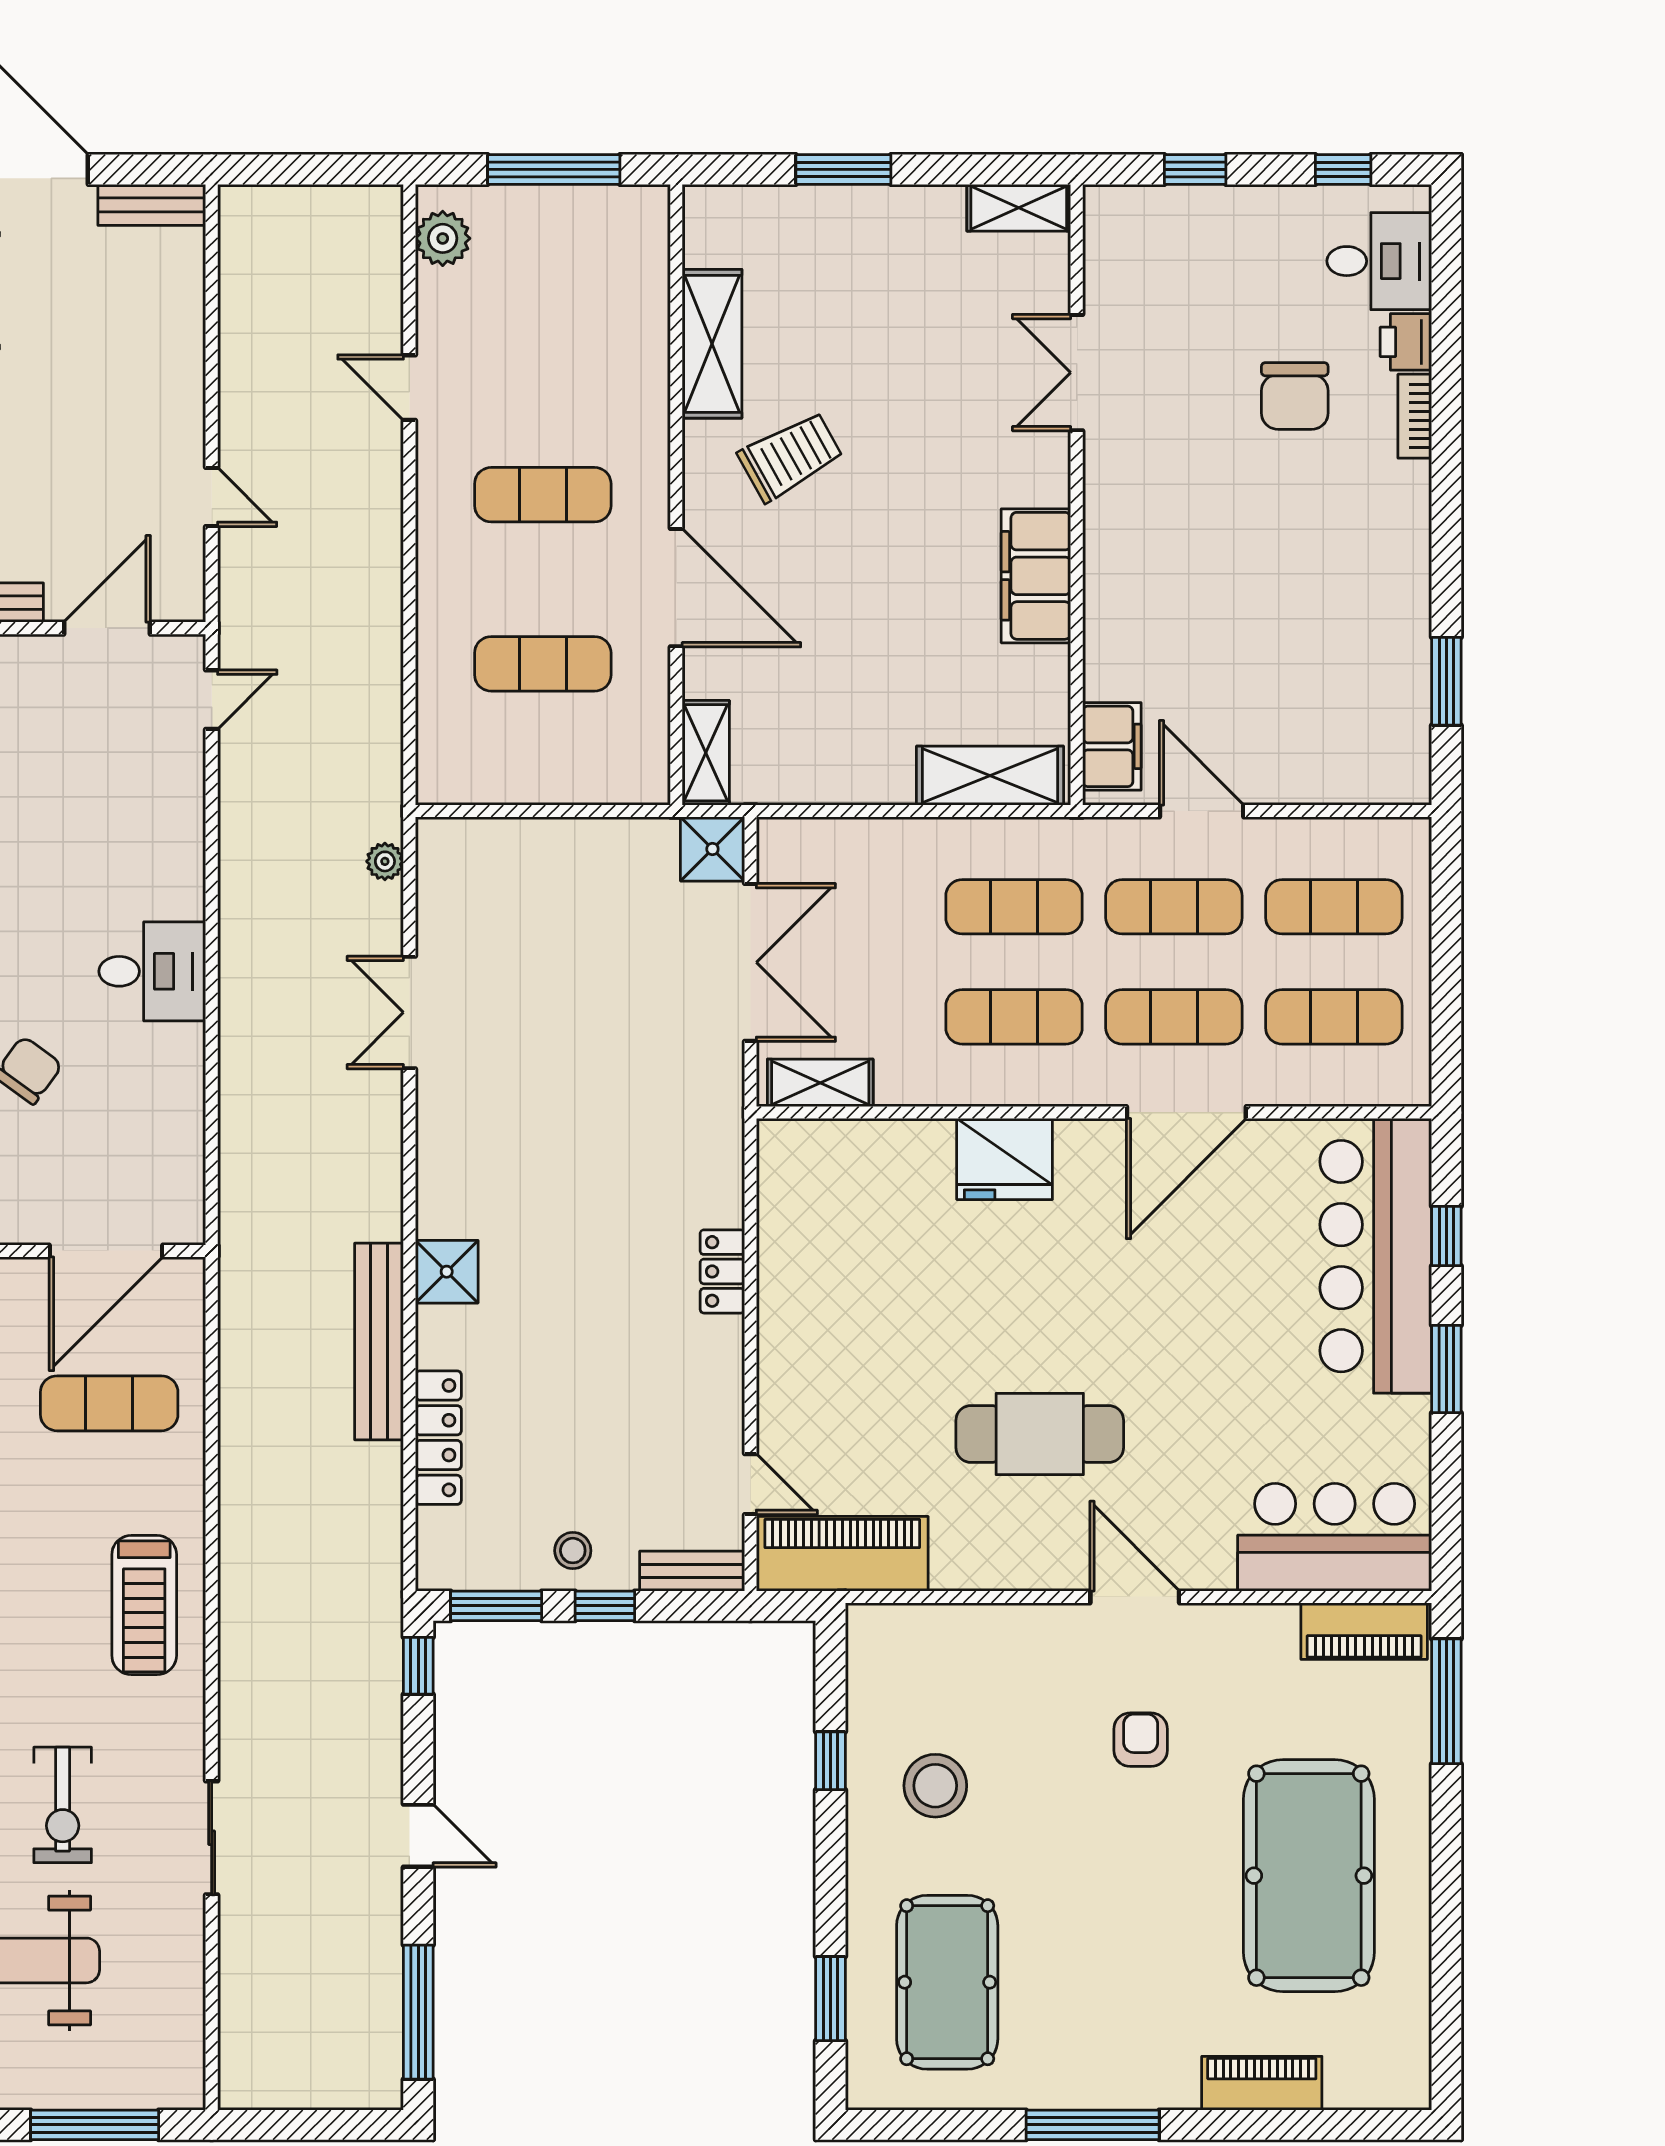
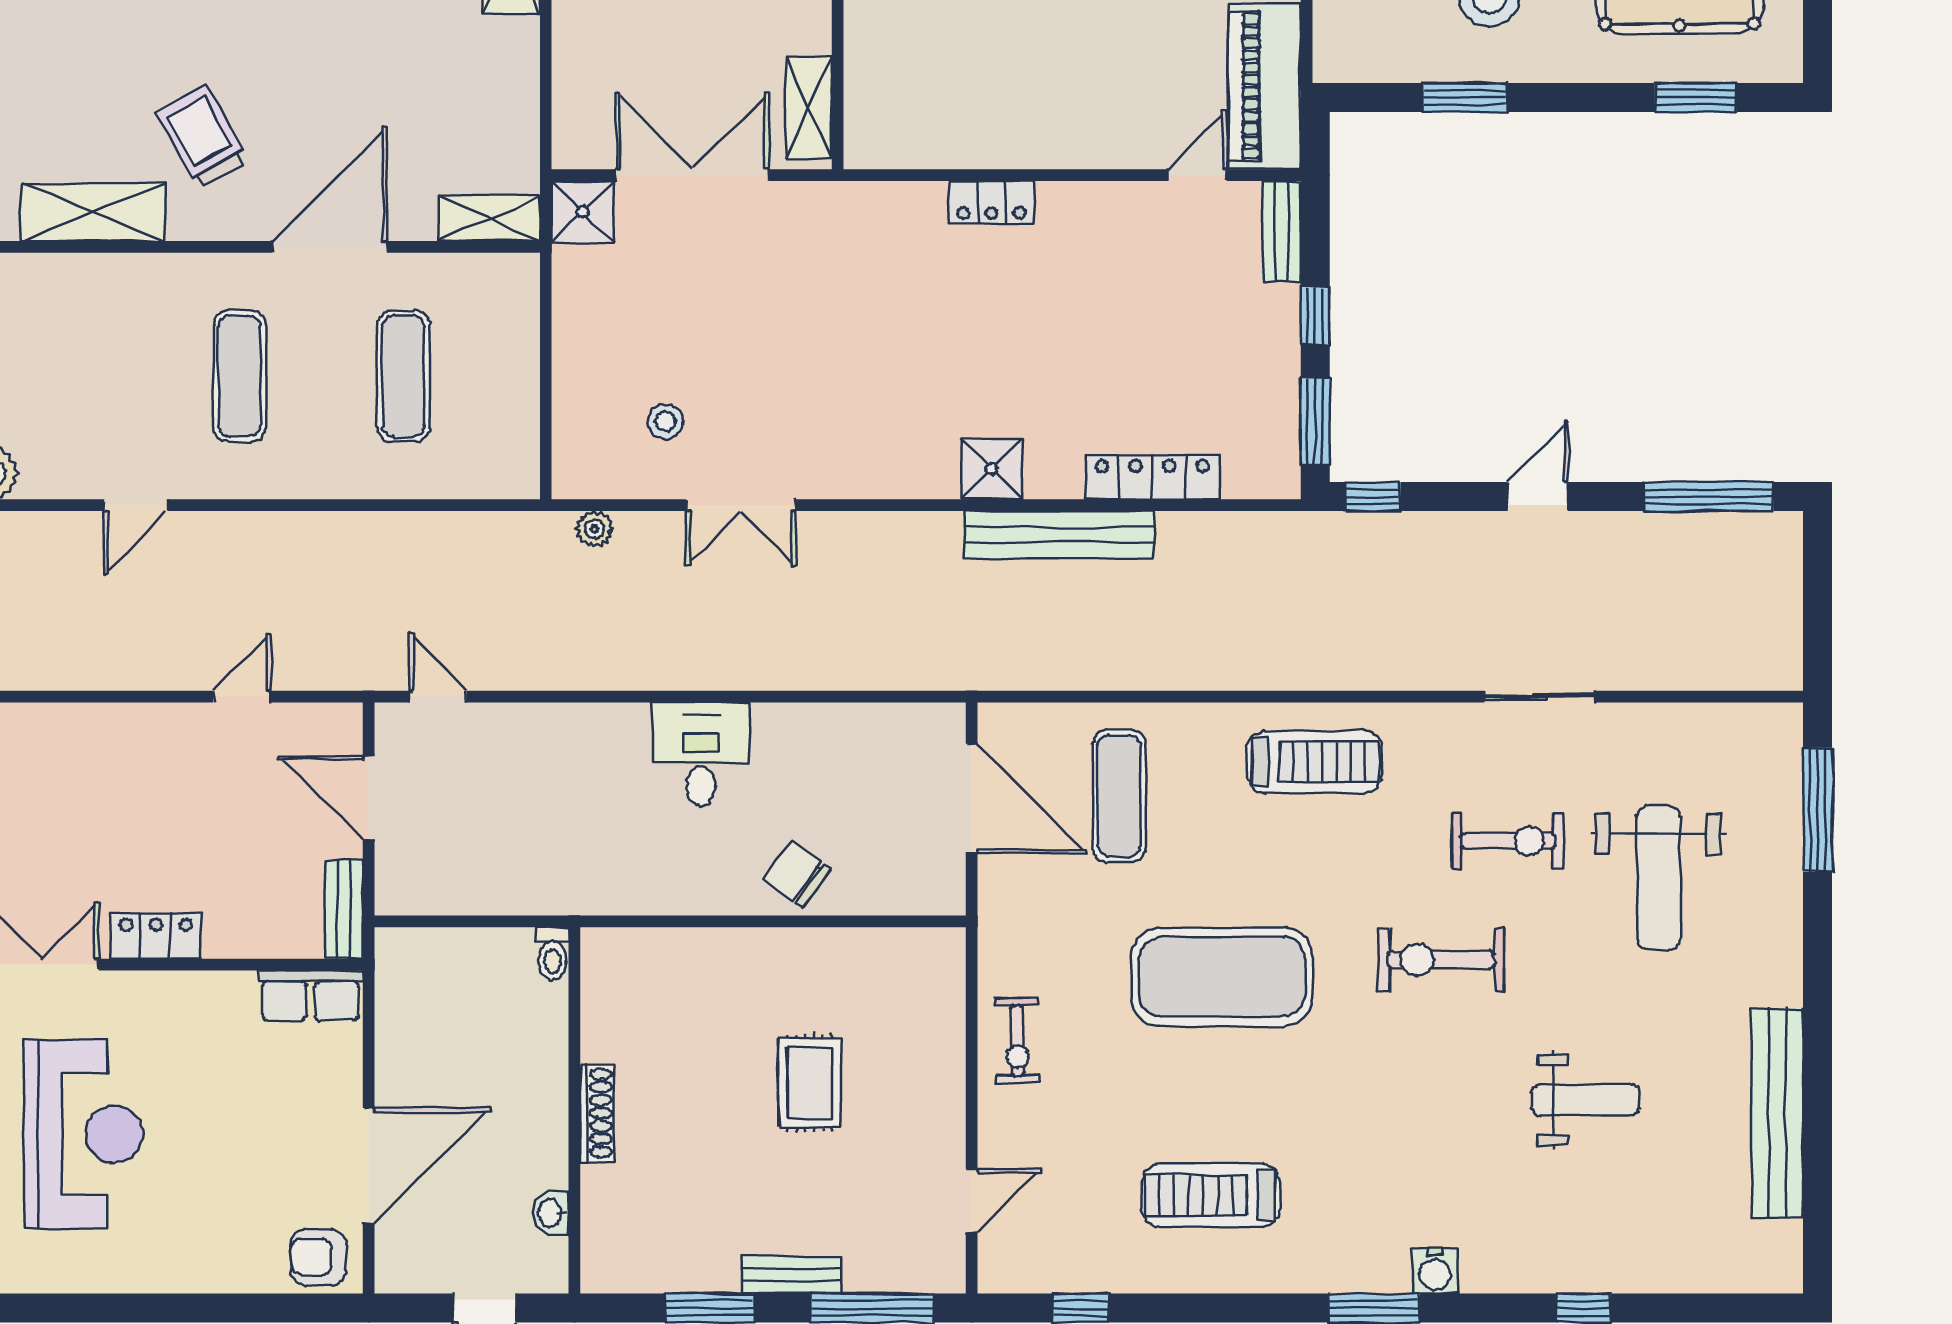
stool: (573, 1551) -> (665, 421), moved
window: (831, 1761) -> (1465, 97), width x1.50

